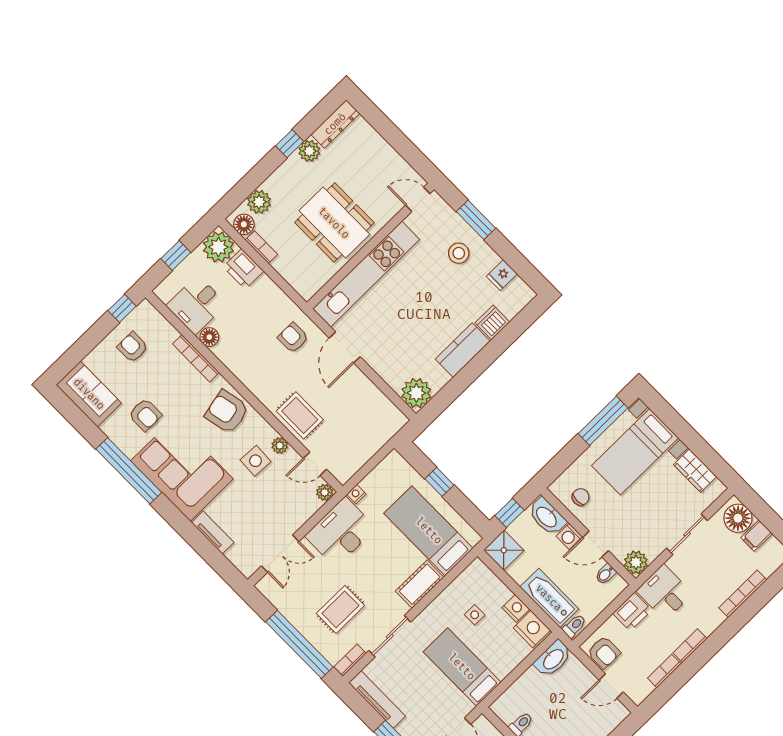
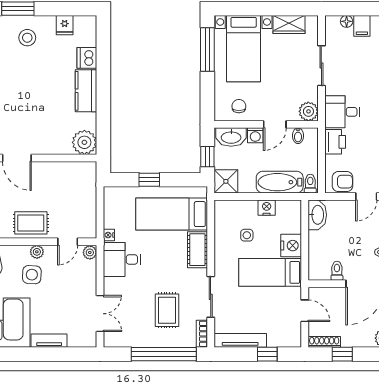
floor lamp: (738, 518) -> (347, 21), width x0.53, depth x0.53
desk: (341, 532) -> (122, 259), width x0.73
nightstand: (532, 629) -> (291, 246), moved, turned 90

